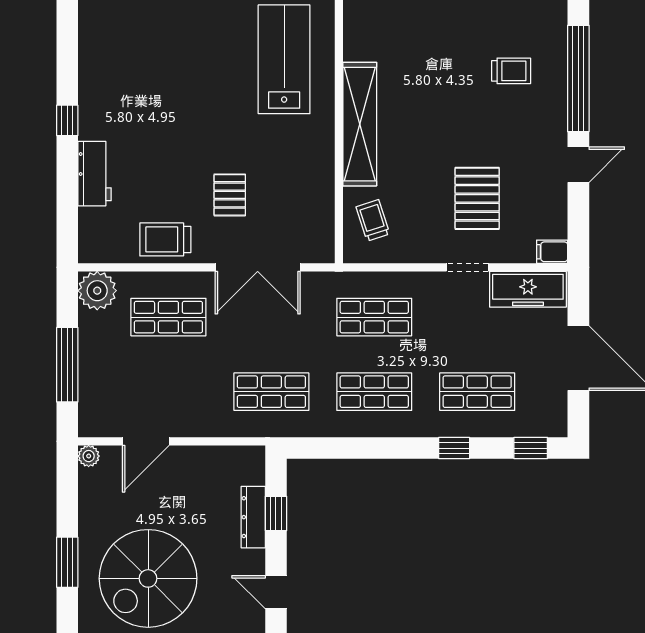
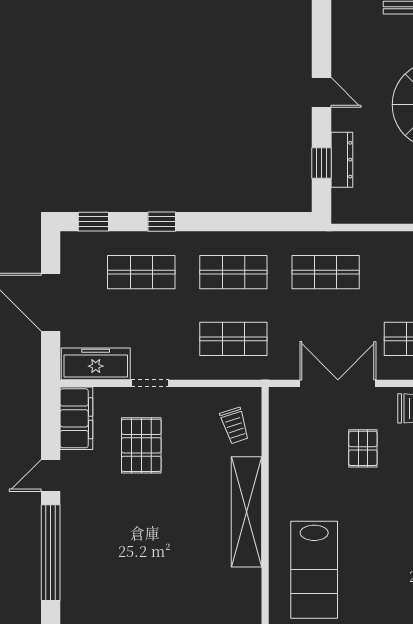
trolley: (511, 71) -> (111, 559), removed
filing cabinet: (552, 252) -> (76, 418), width x3.00, depth x1.17

